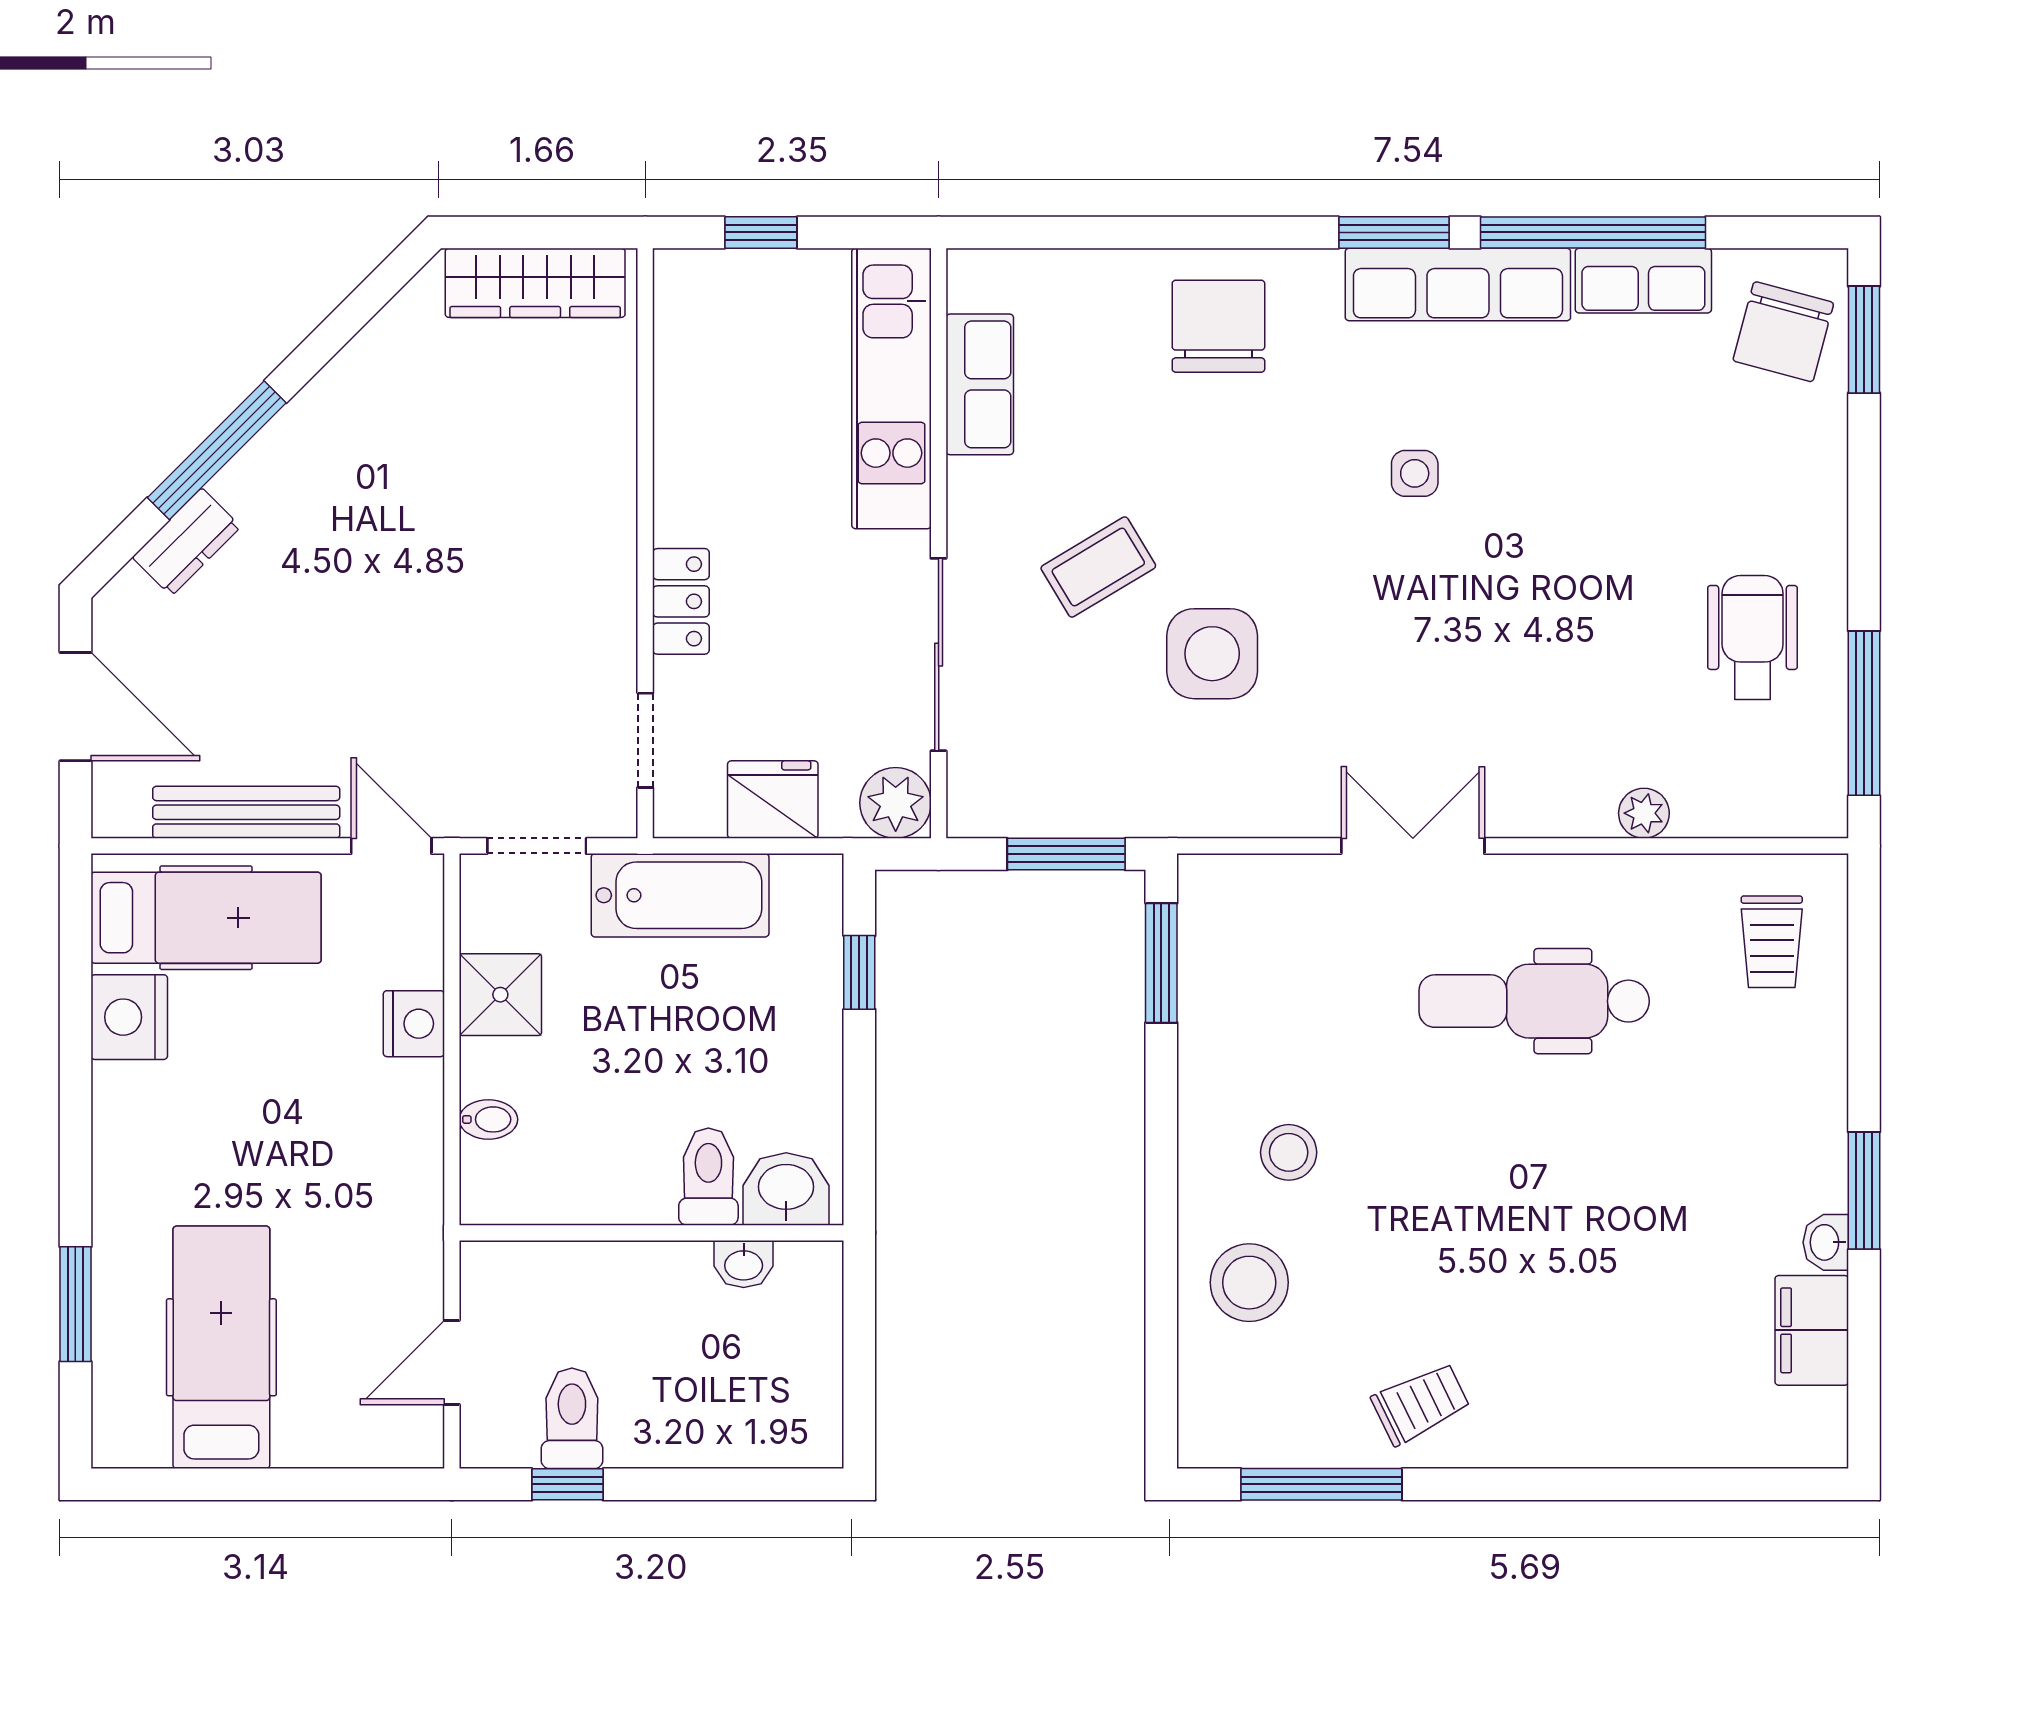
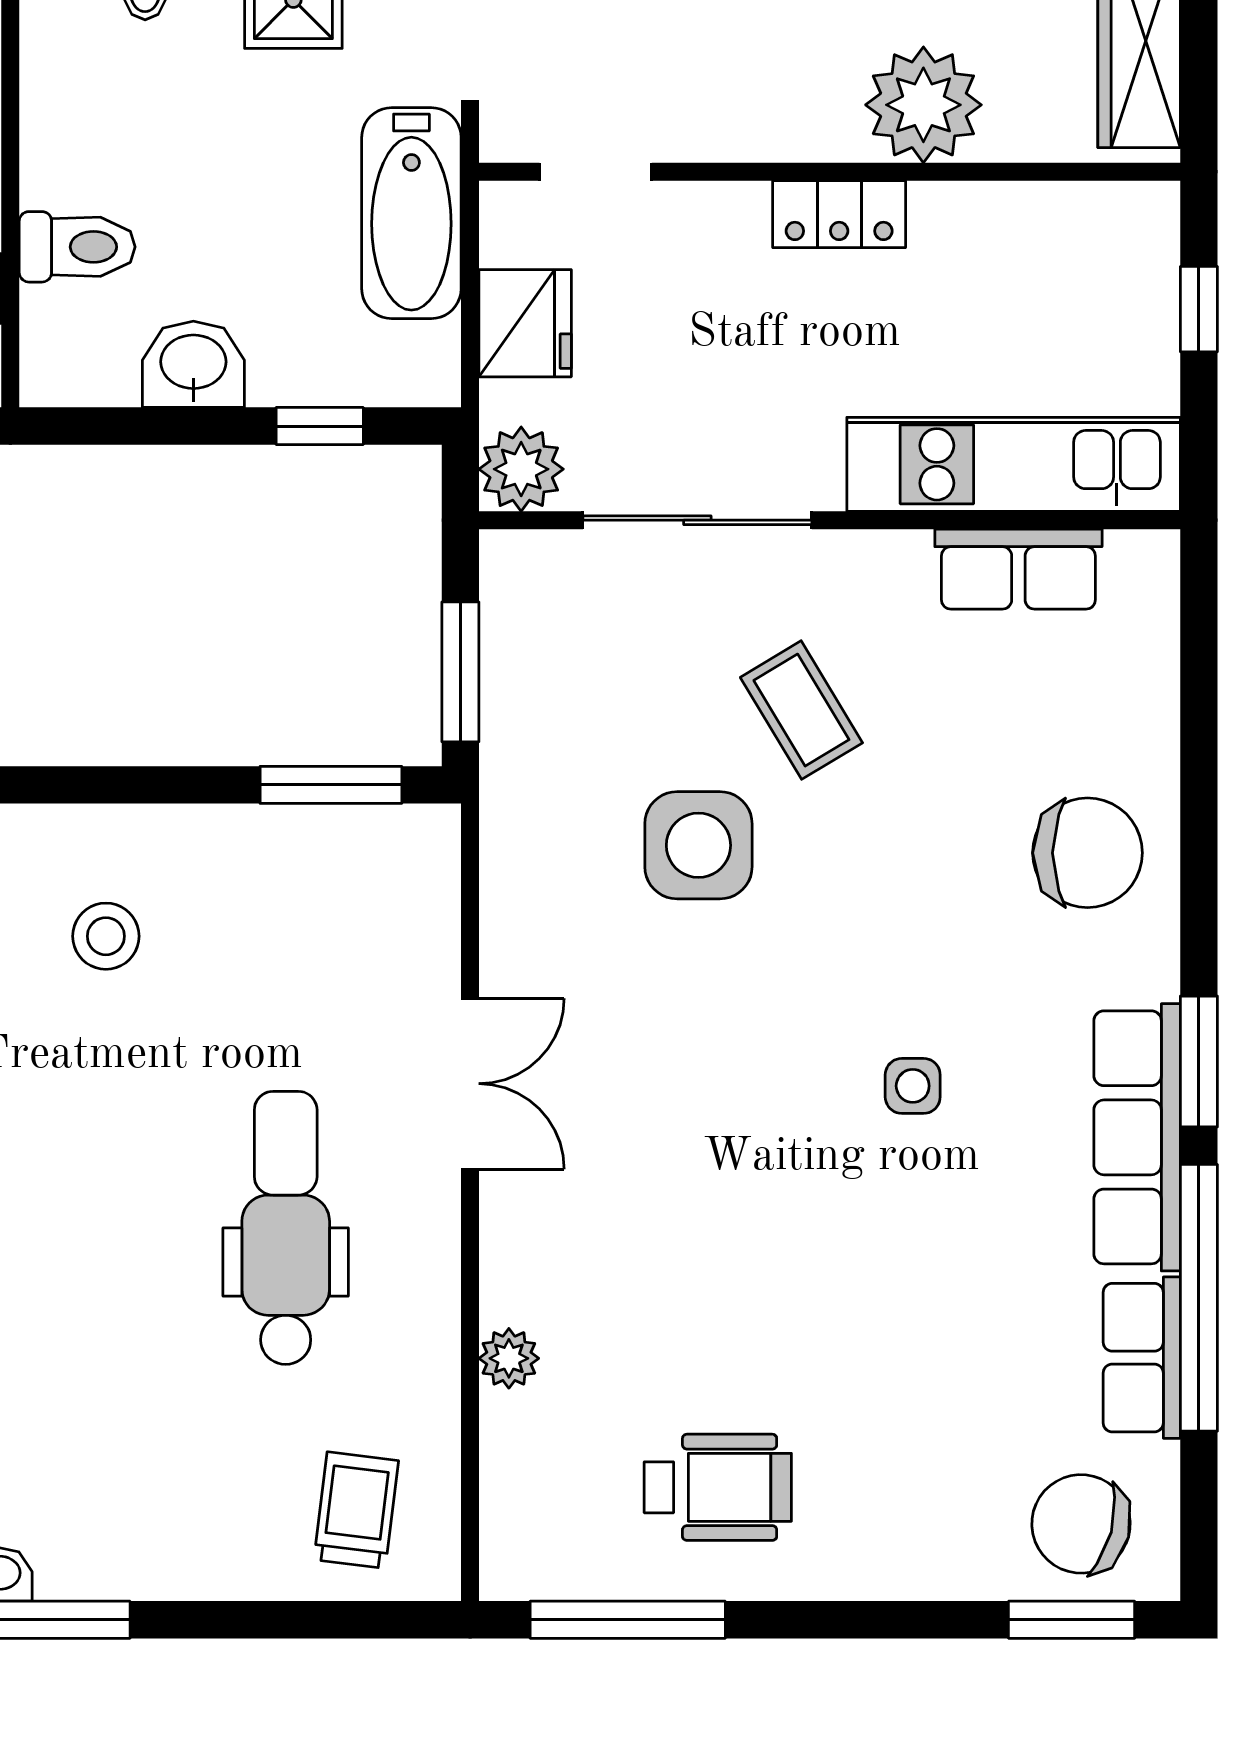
plant: (589, 464) -> (923, 105), added
locker: (681, 601) -> (839, 214), moved
trolley: (1772, 942) -> (356, 1510), turned 97
washbasin: (786, 1189) -> (193, 364), moved, turned -90

